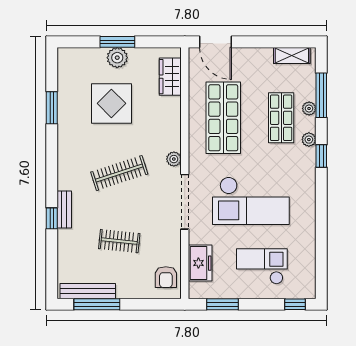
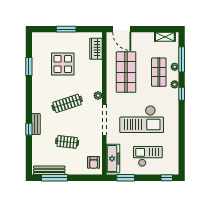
plant: (117, 58) -> (66, 38), removed
freezer: (200, 263) -> (113, 159), width x1.40

